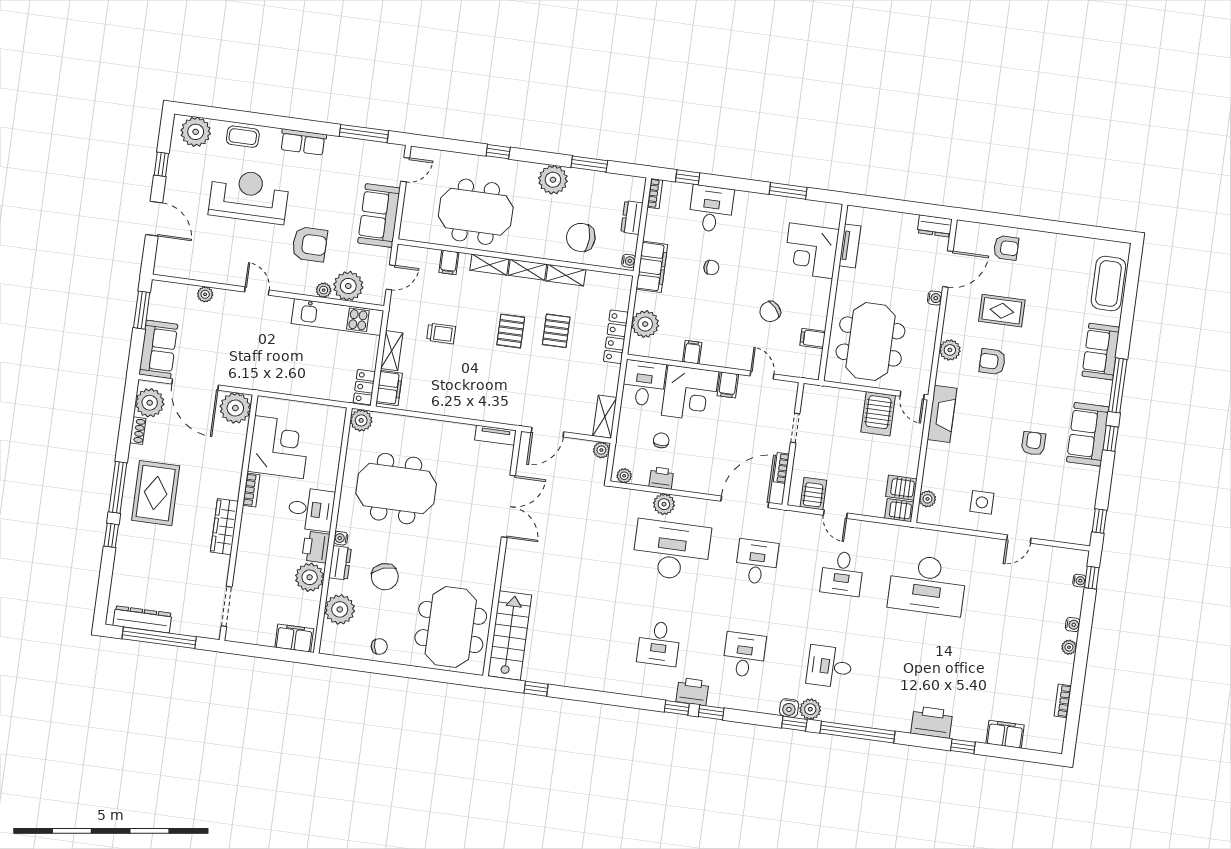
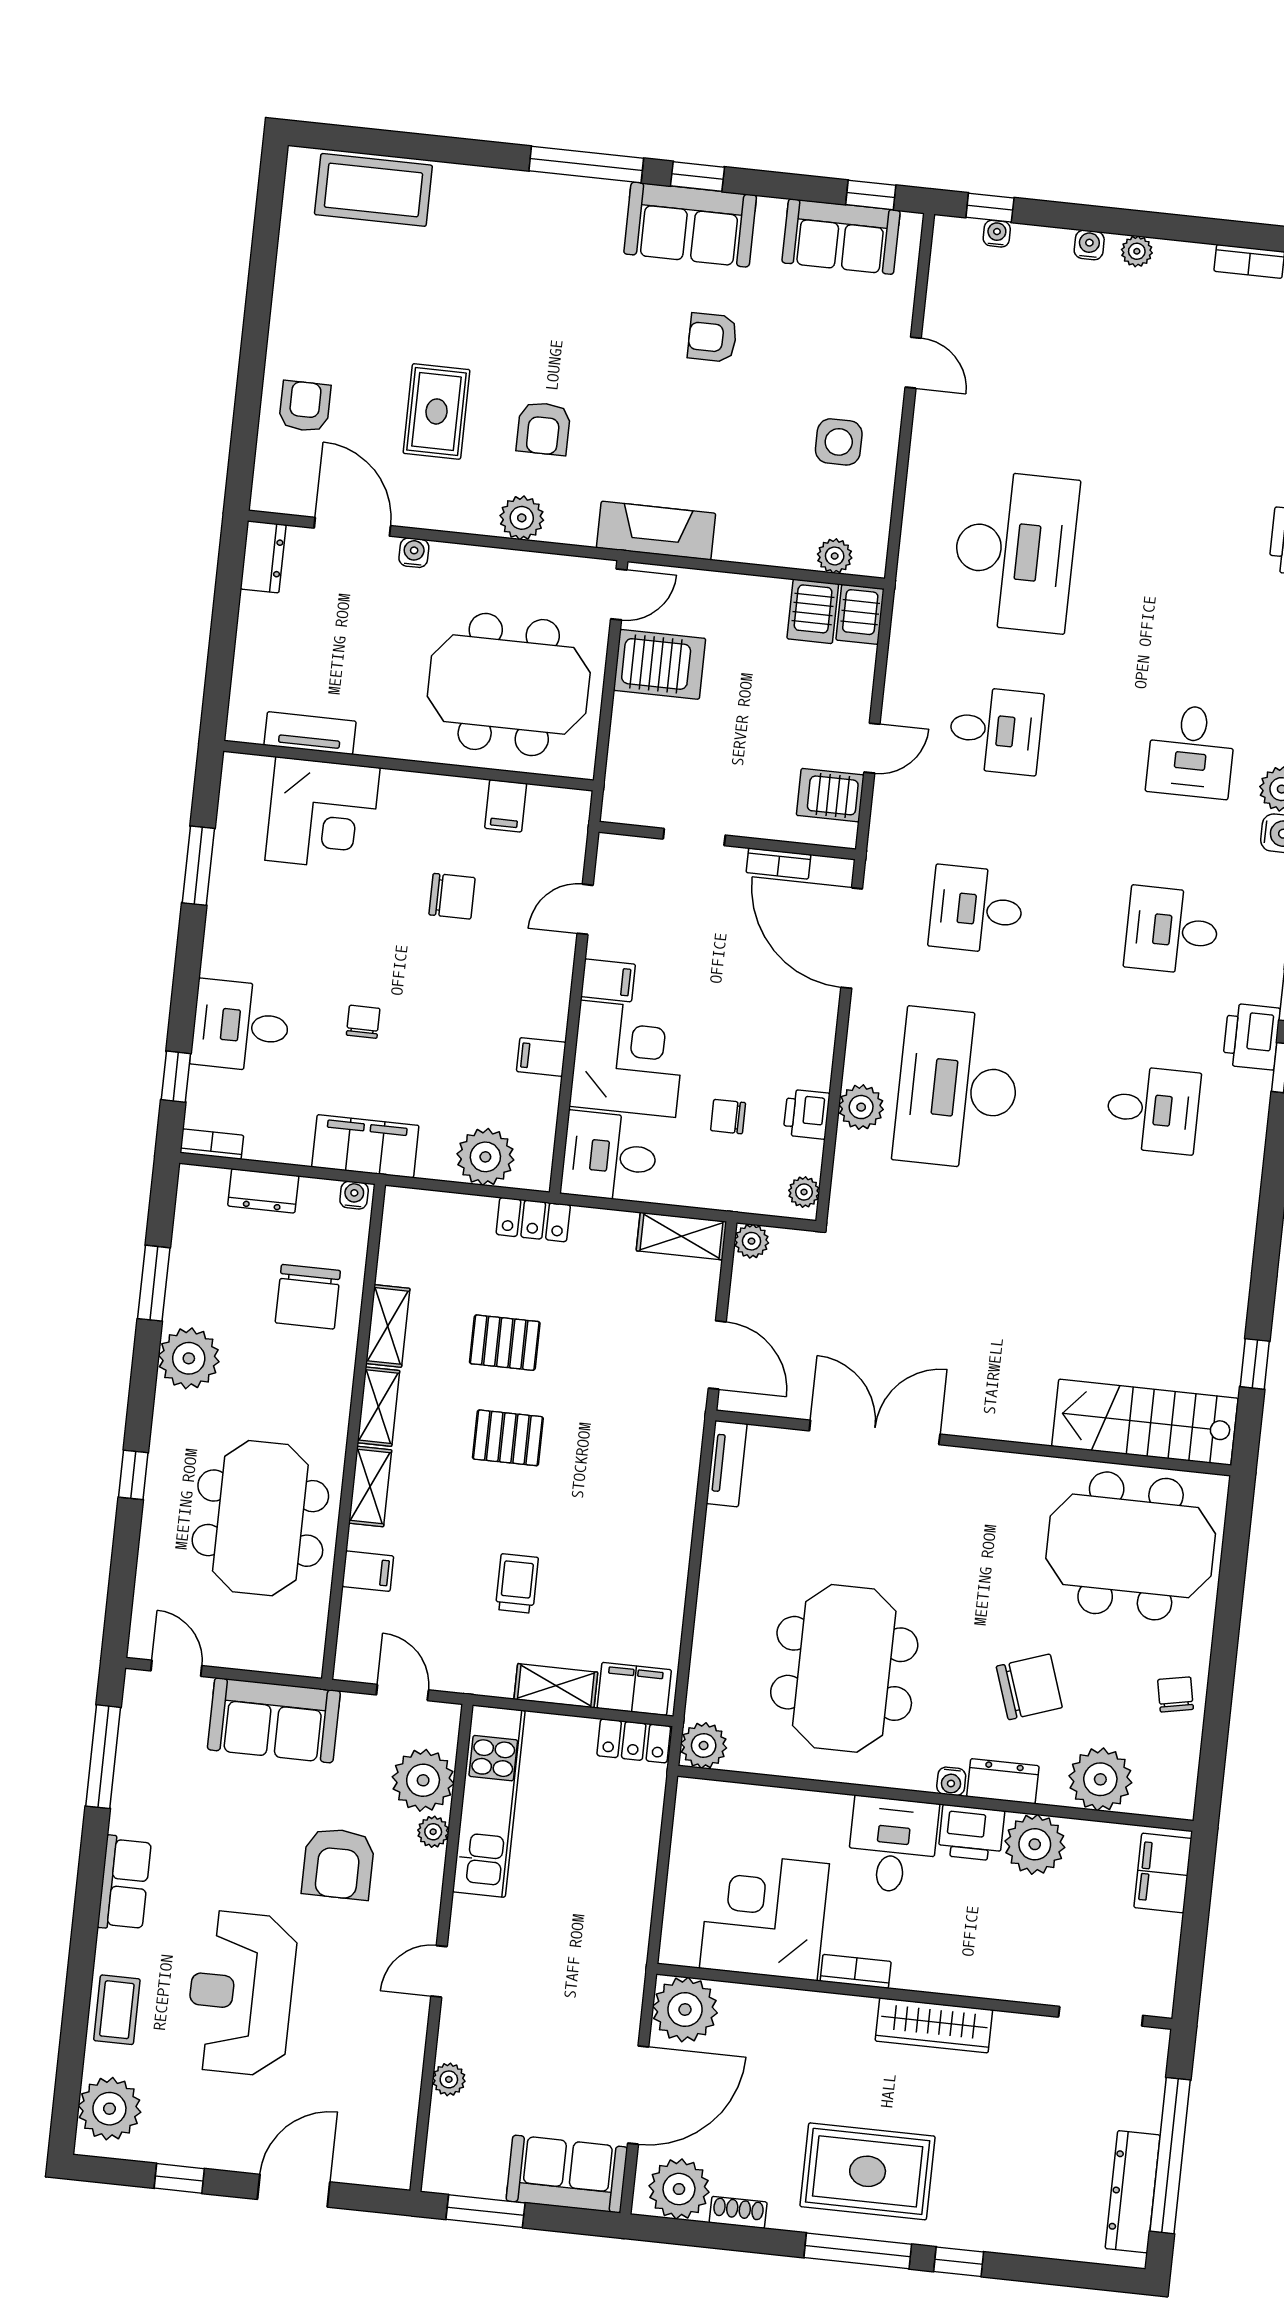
armchair: (310, 244) -> (338, 1864), turned 180
chair: (770, 312) -> (452, 896), turned -48
locker: (616, 337) -> (533, 1220), width x0.66
sofa: (1101, 352) -> (841, 237), moved

